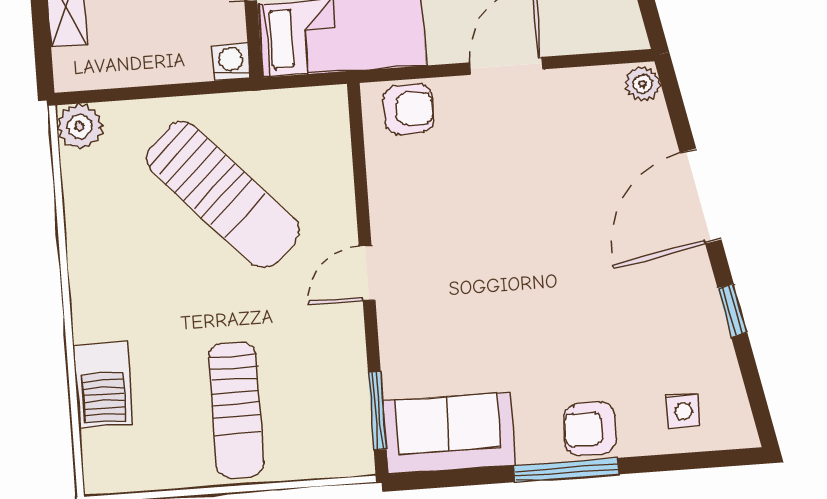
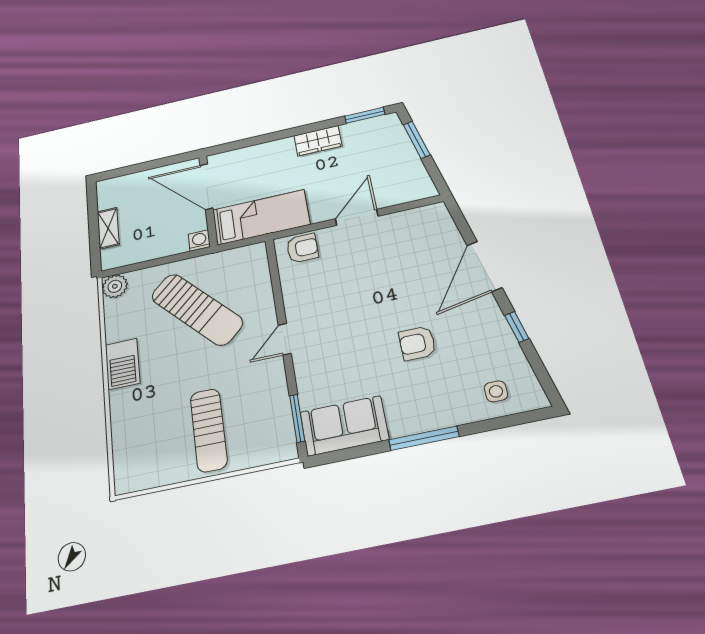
plant: (643, 84) -> (439, 214), removed
barbecue: (103, 385) -> (123, 364), moved
armchair: (590, 429) -> (417, 343), moved

